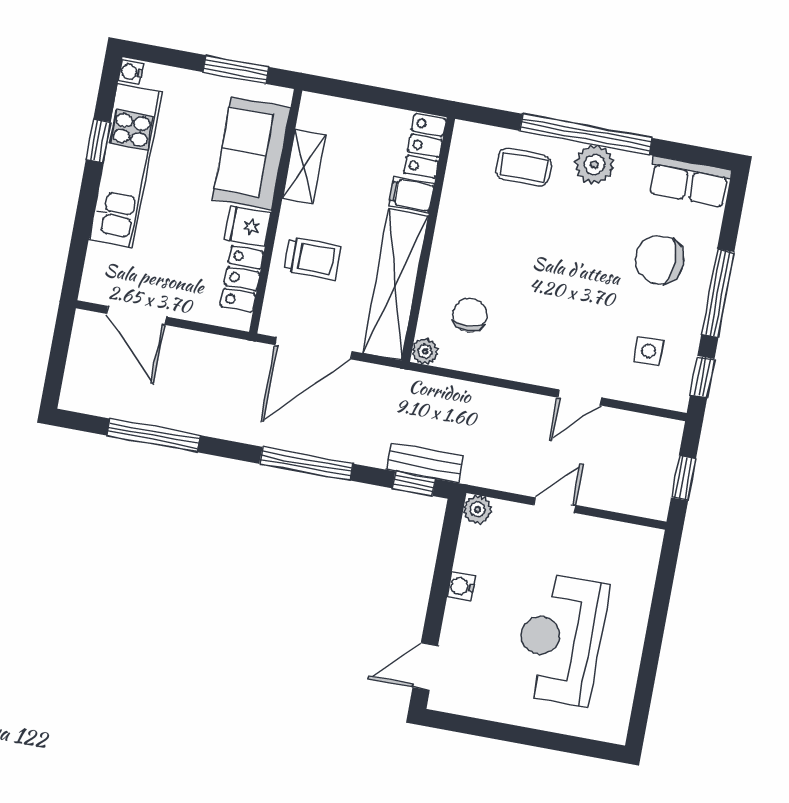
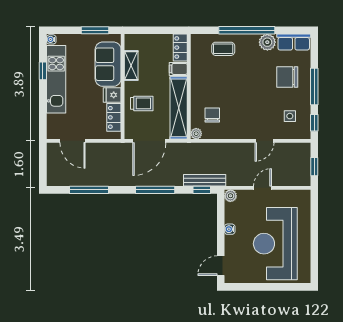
plant: (594, 165) -> (267, 42), moved
bench: (425, 463) -> (205, 180), width x1.36
reception desk: (560, 639) -> (275, 244), width x1.36, depth x1.30

